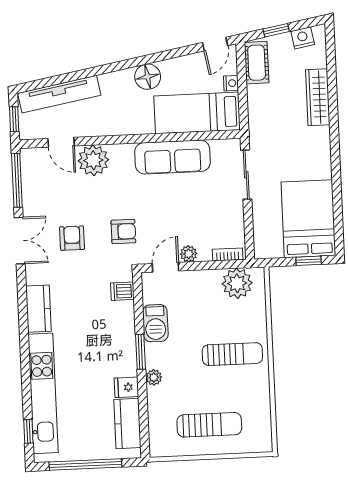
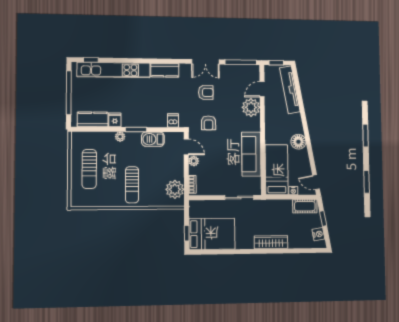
wardrobe: (318, 97) -> (271, 242), moved

